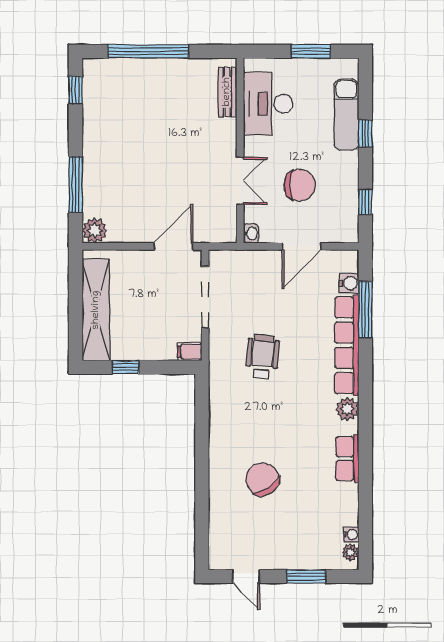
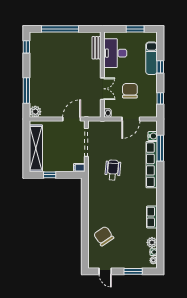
chair: (300, 185) -> (130, 91), turned -90
plant: (347, 409) -> (152, 242), moved
chair: (262, 479) -> (104, 236), moved

